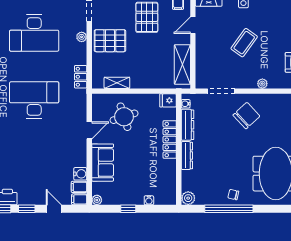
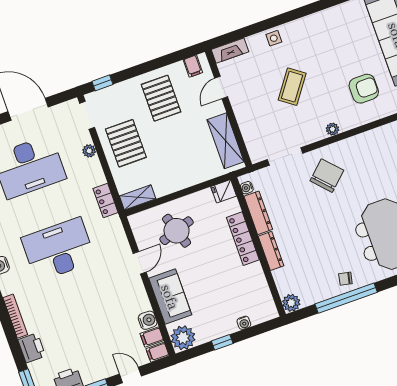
pallet: (110, 41) -> (126, 143), turned 90
shelving: (117, 83) -> (138, 197), moved
plant: (97, 200) -> (183, 338), width x1.87, depth x1.87

